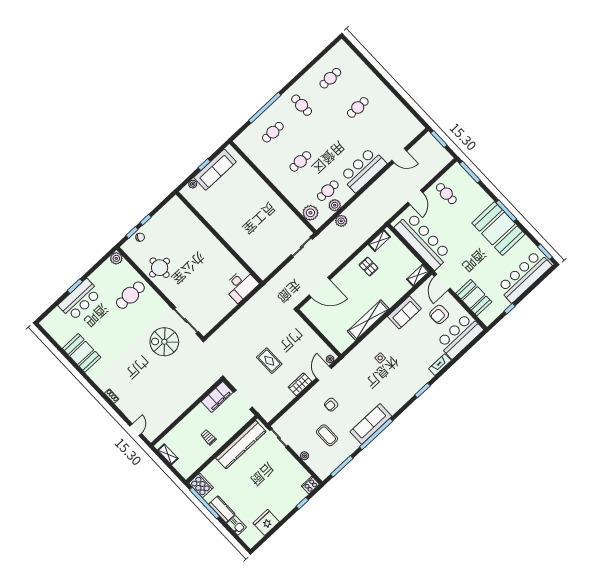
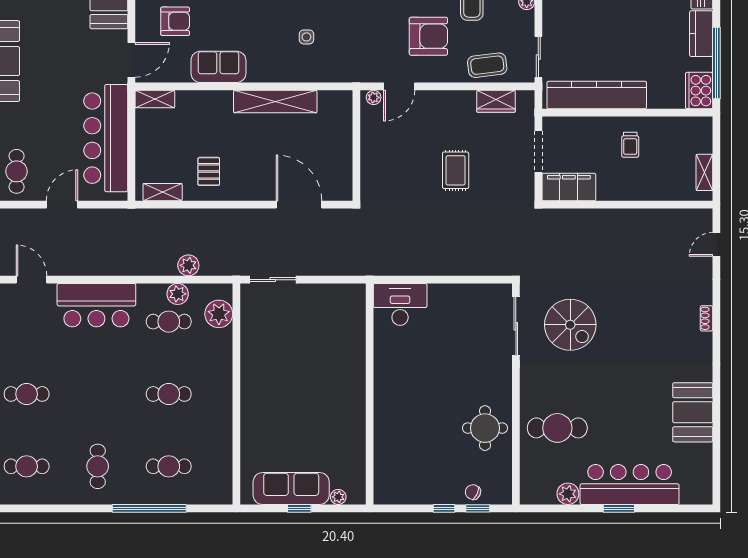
plant: (116, 258) -> (568, 494), moved
bar counter: (80, 300) -> (630, 485), width x1.36
wardrobe: (300, 384) -> (496, 101), moved
armchair: (331, 405) -> (428, 36), width x1.88, depth x1.88
coffee table: (296, 415) -> (487, 65), added

